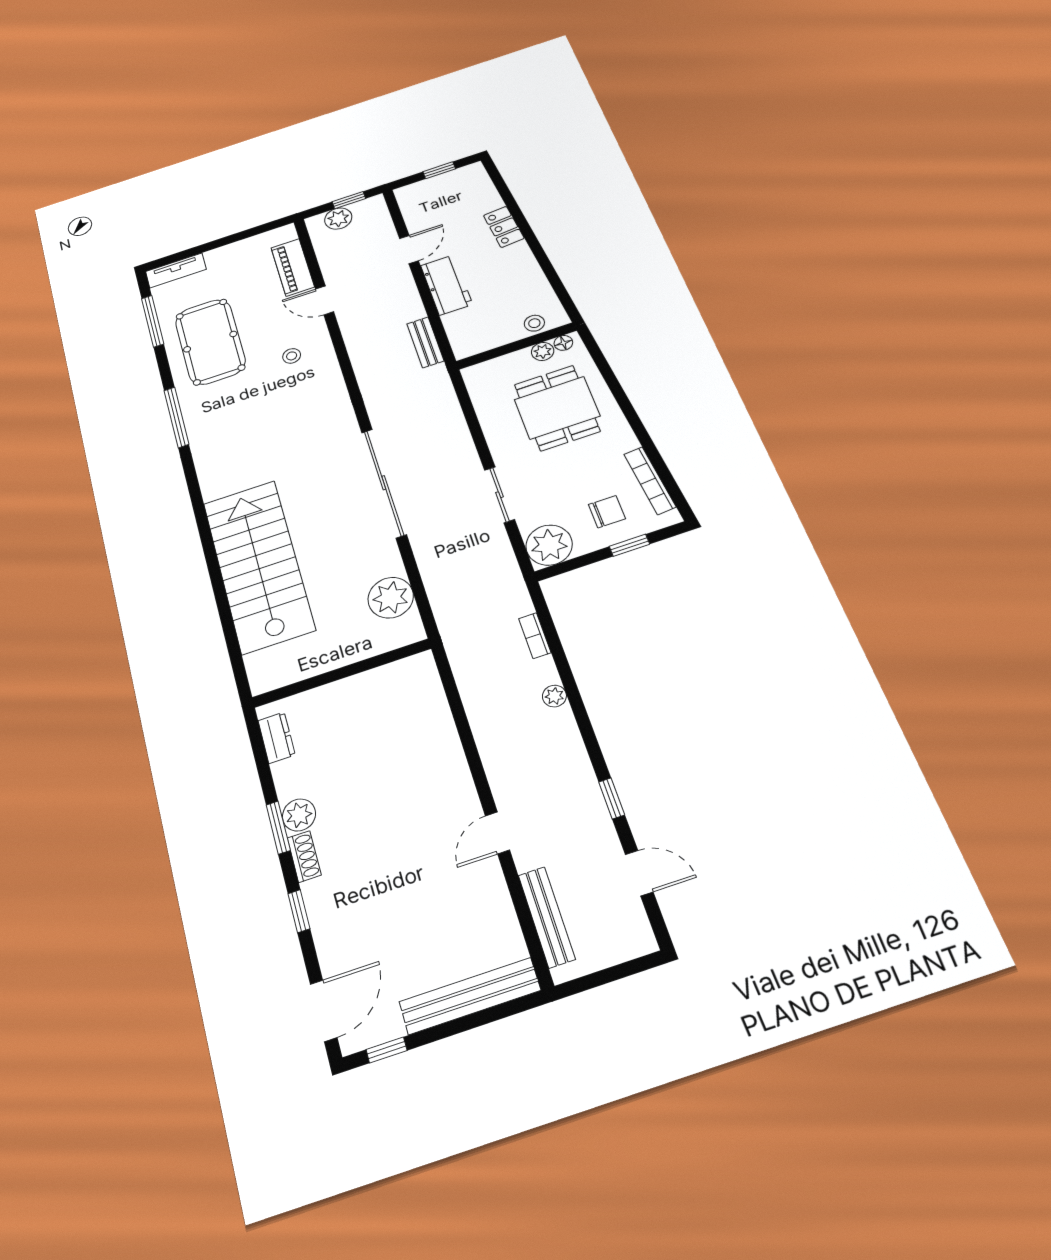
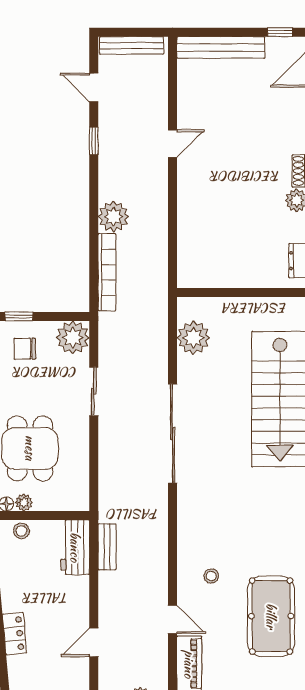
workbench: (447, 285) -> (75, 547), moved
bookcase: (535, 636) -> (107, 272), width x2.31, depth x1.31
plant: (554, 696) -> (113, 217), width x1.88, depth x1.88
bench: (547, 917) -> (132, 45), moved, turned 90

